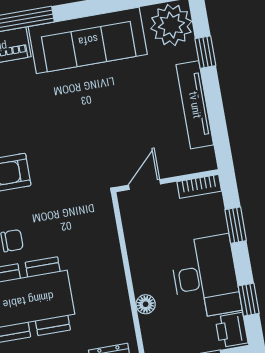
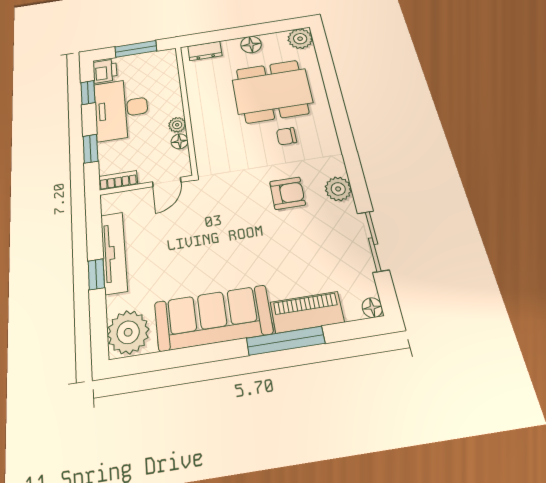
window: (205, 52) -> (96, 274), moved
plant: (138, 256) -> (177, 125), added
floor lamp: (146, 304) -> (180, 141), moved

